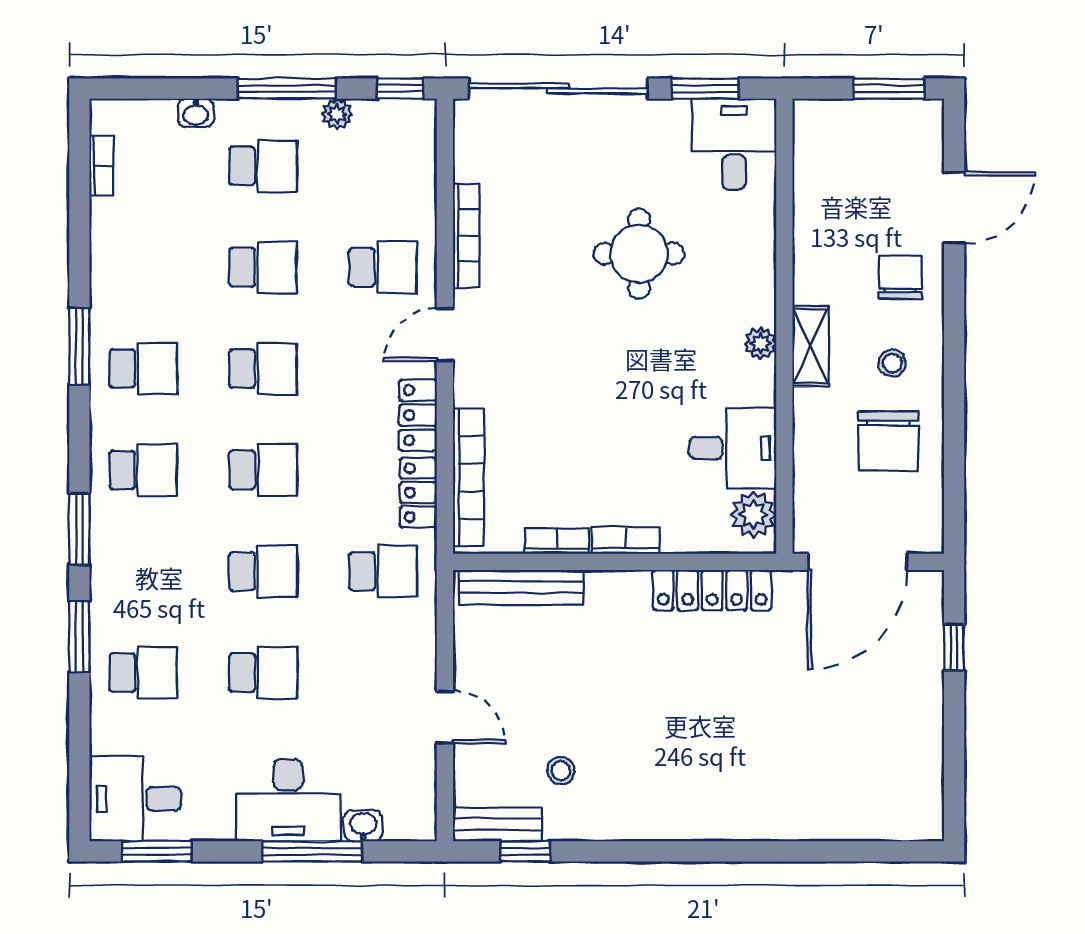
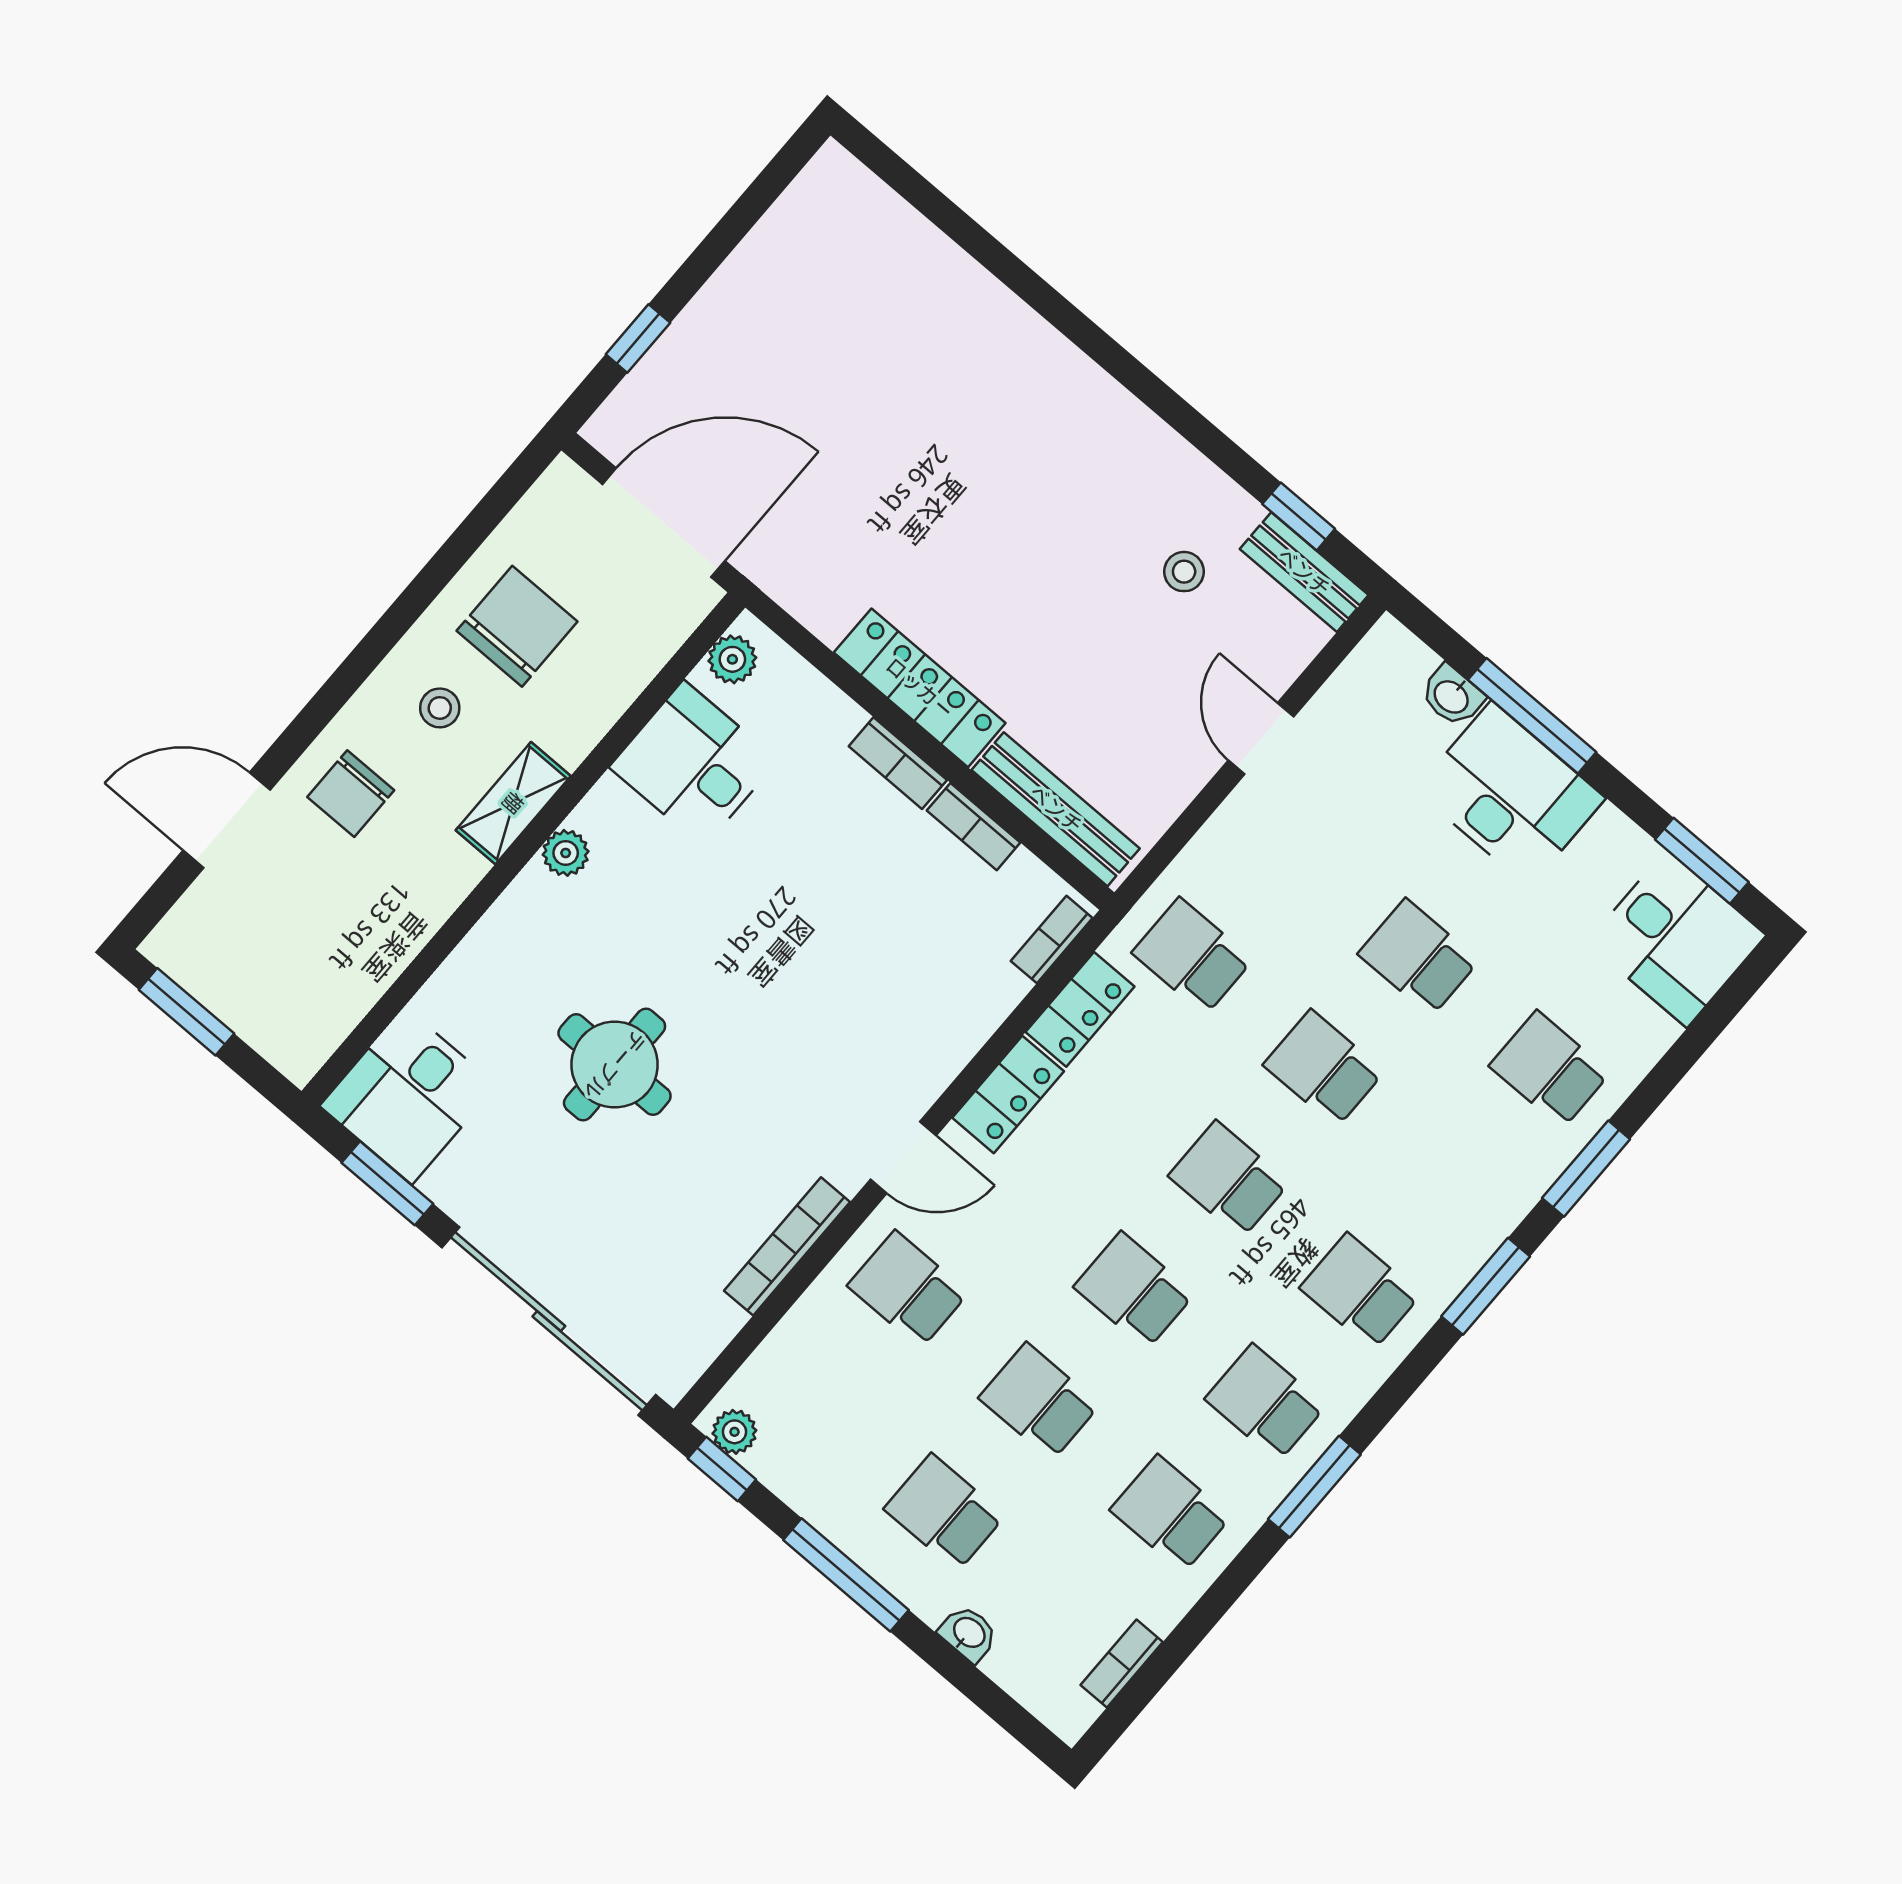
plant: (337, 114) -> (734, 1432), moved
school desk: (143, 267) -> (1170, 1513), added
bookcase: (468, 478) -> (1052, 940), width x0.43, depth x0.76
plant: (753, 514) -> (732, 659), width x0.73, depth x0.73
locker: (712, 590) -> (920, 688), moved

